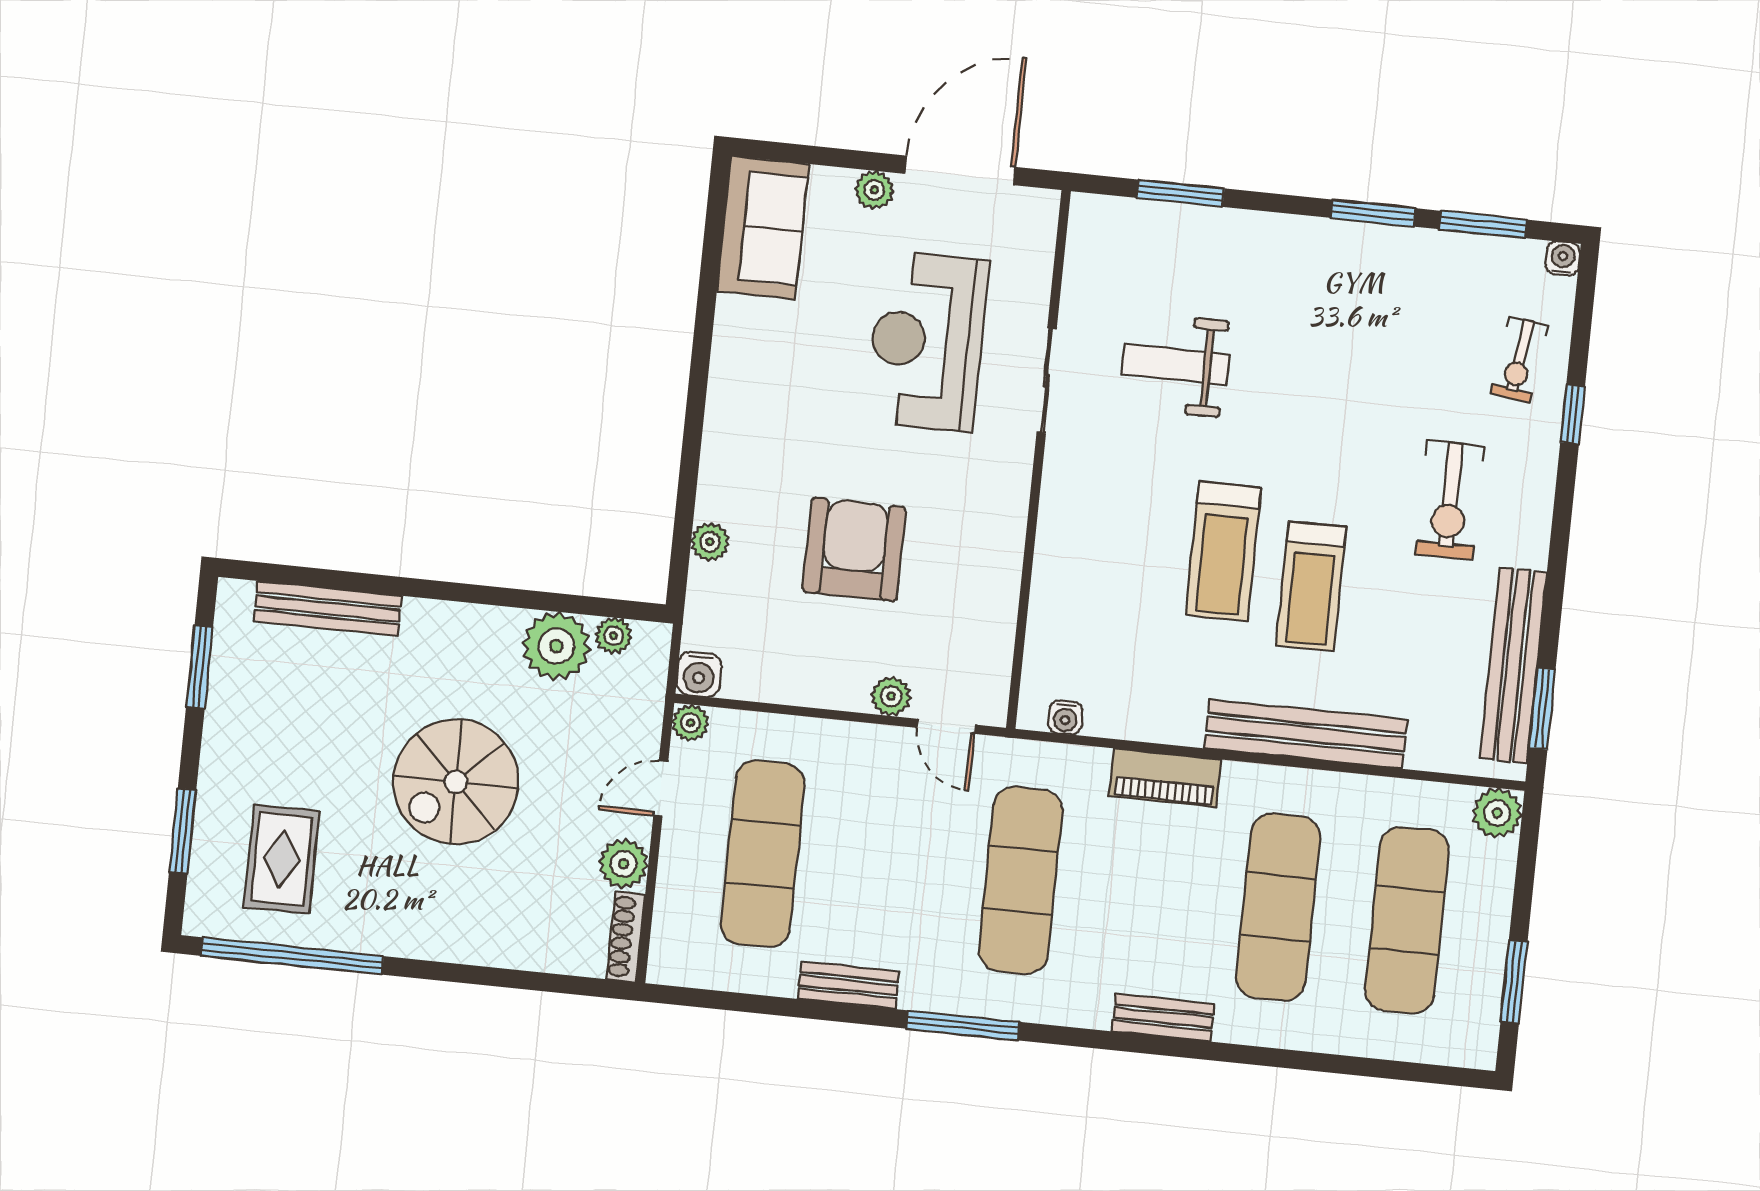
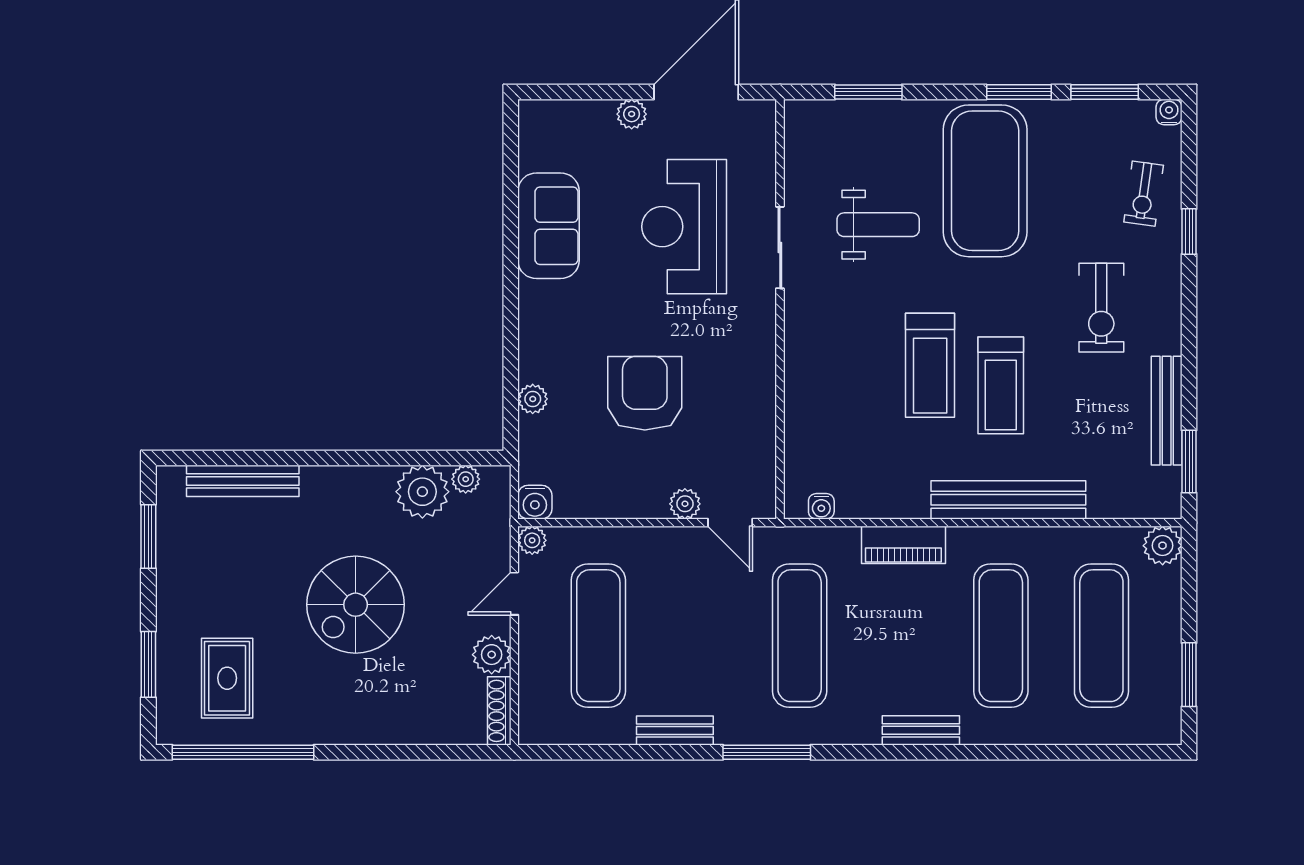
sofa: (763, 228) -> (549, 226), moved
exercise mat: (1318, 322) -> (985, 181), added
weight bench: (1175, 364) -> (878, 225), turned 180
bench: (1513, 666) -> (1167, 411), width x0.73, depth x0.82

